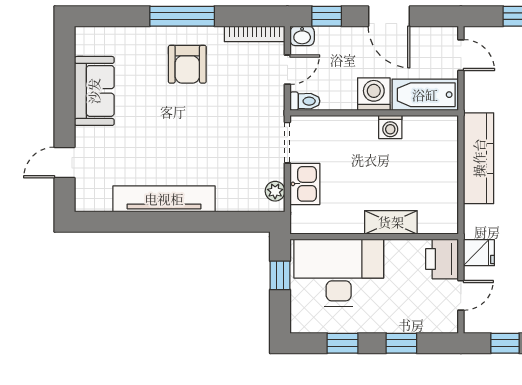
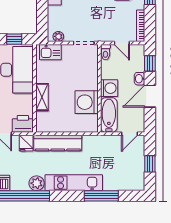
washbasin: (302, 36) -> (140, 79), moved
washing machine: (390, 127) -> (87, 102), width x1.89, depth x1.89
kitchen counter: (479, 158) -> (58, 143), moved
kitchen sink: (305, 184) -> (50, 52), moved

